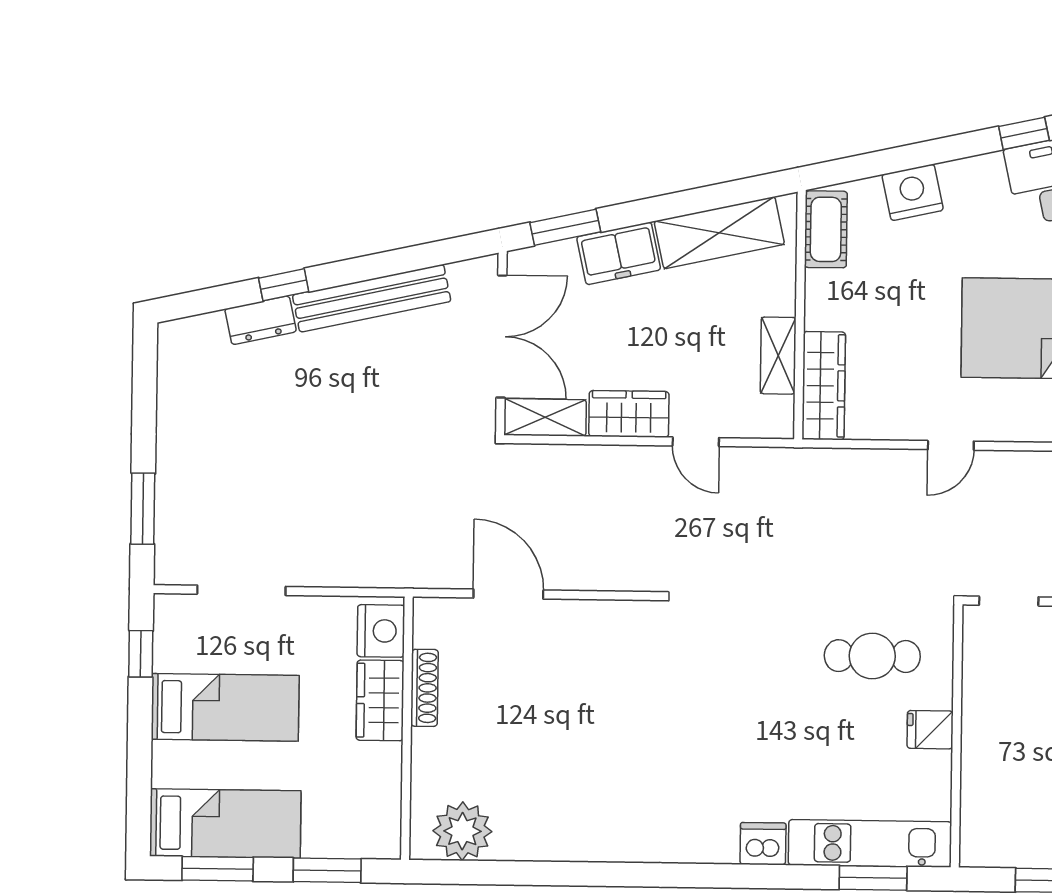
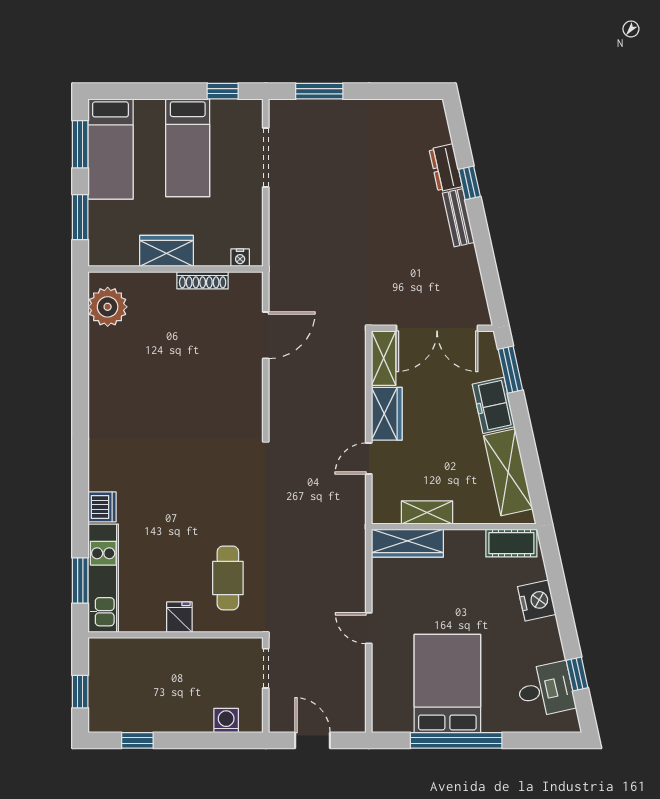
bench: (372, 298) -> (458, 218), width x0.54, depth x0.82
nightstand: (381, 631) -> (240, 258), width x0.53, depth x0.56
wardrobe: (380, 700) -> (166, 251), moved

